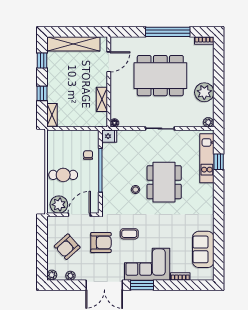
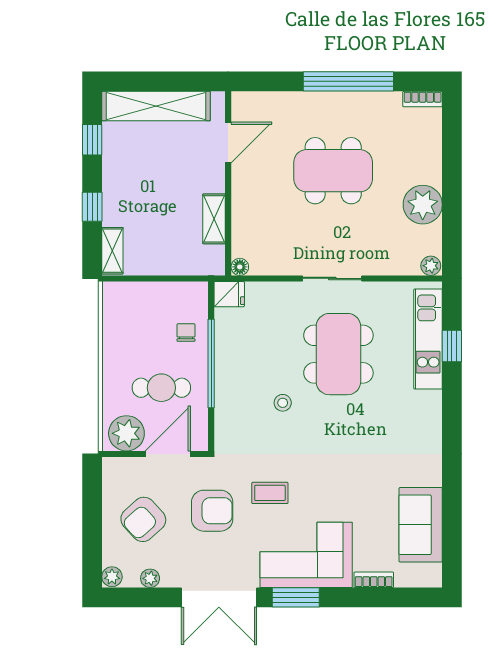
dining table: (160, 76) -> (333, 171), width x0.73, depth x0.80
cafe table: (63, 175) -> (161, 388), moved
dining table: (164, 182) -> (338, 354), moved

